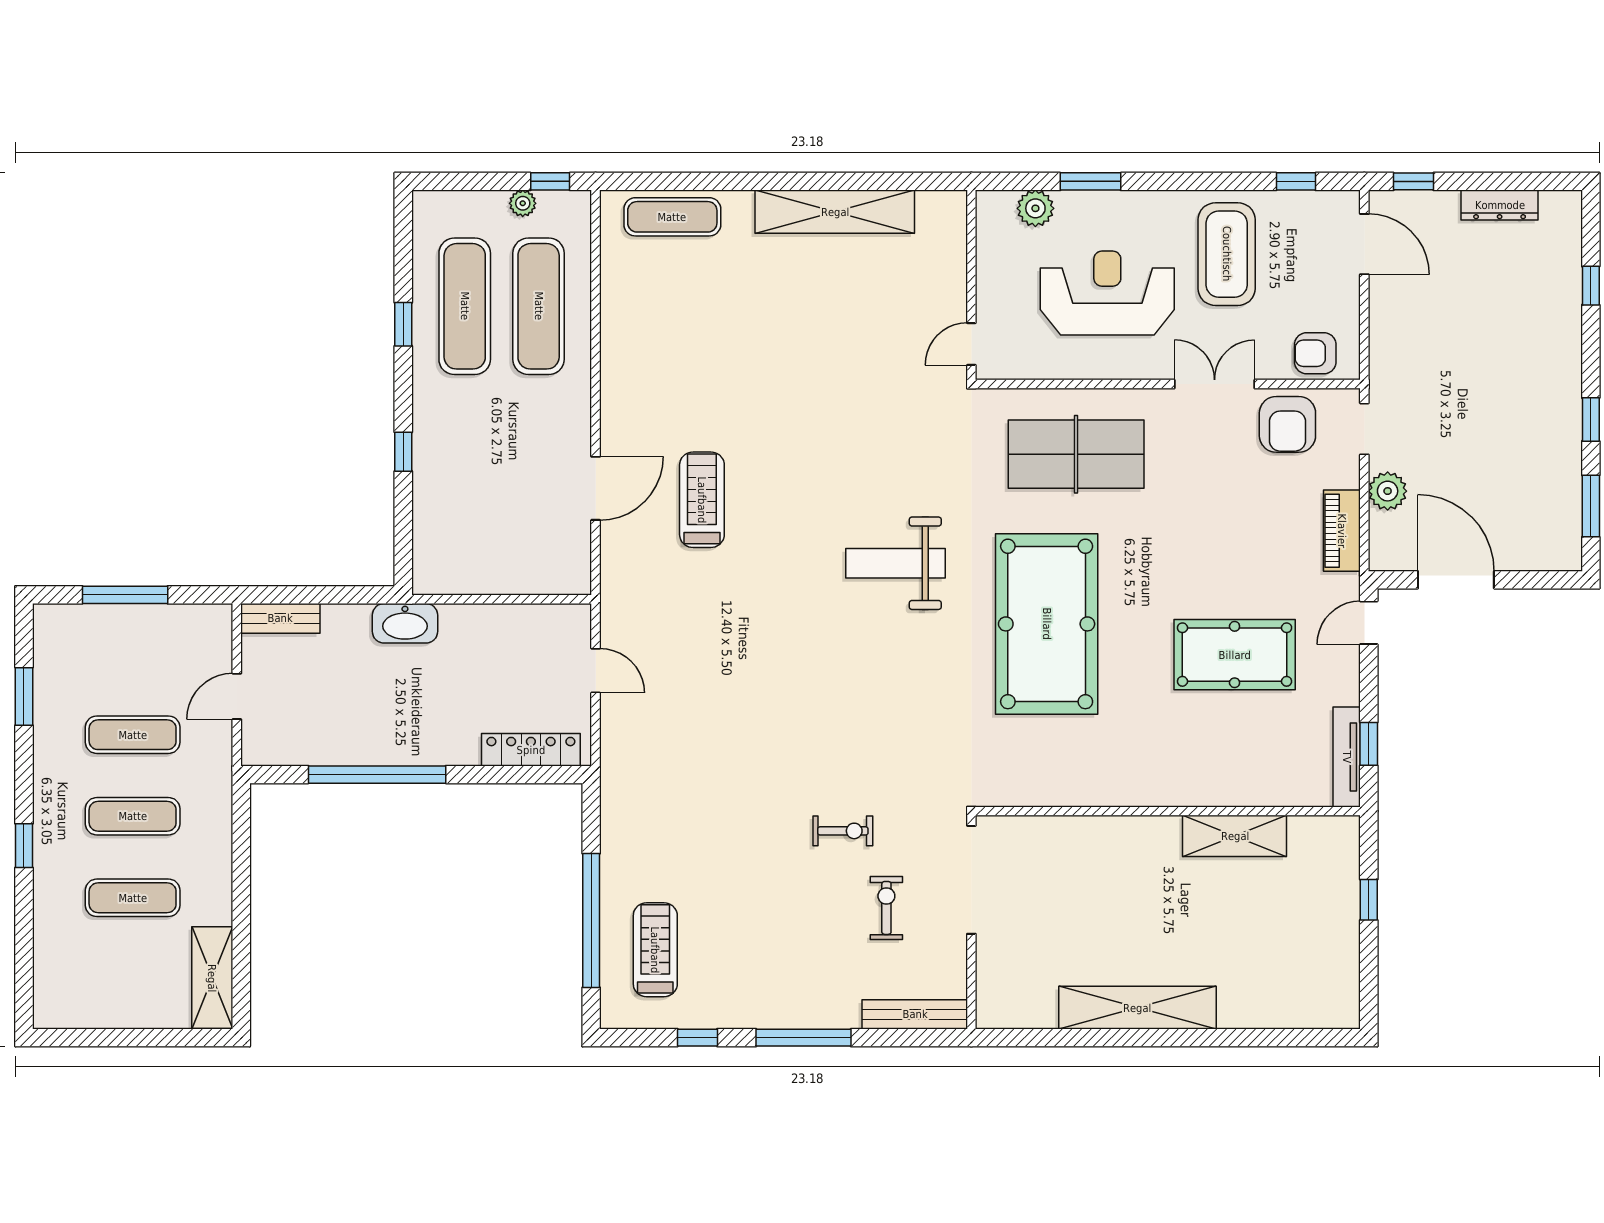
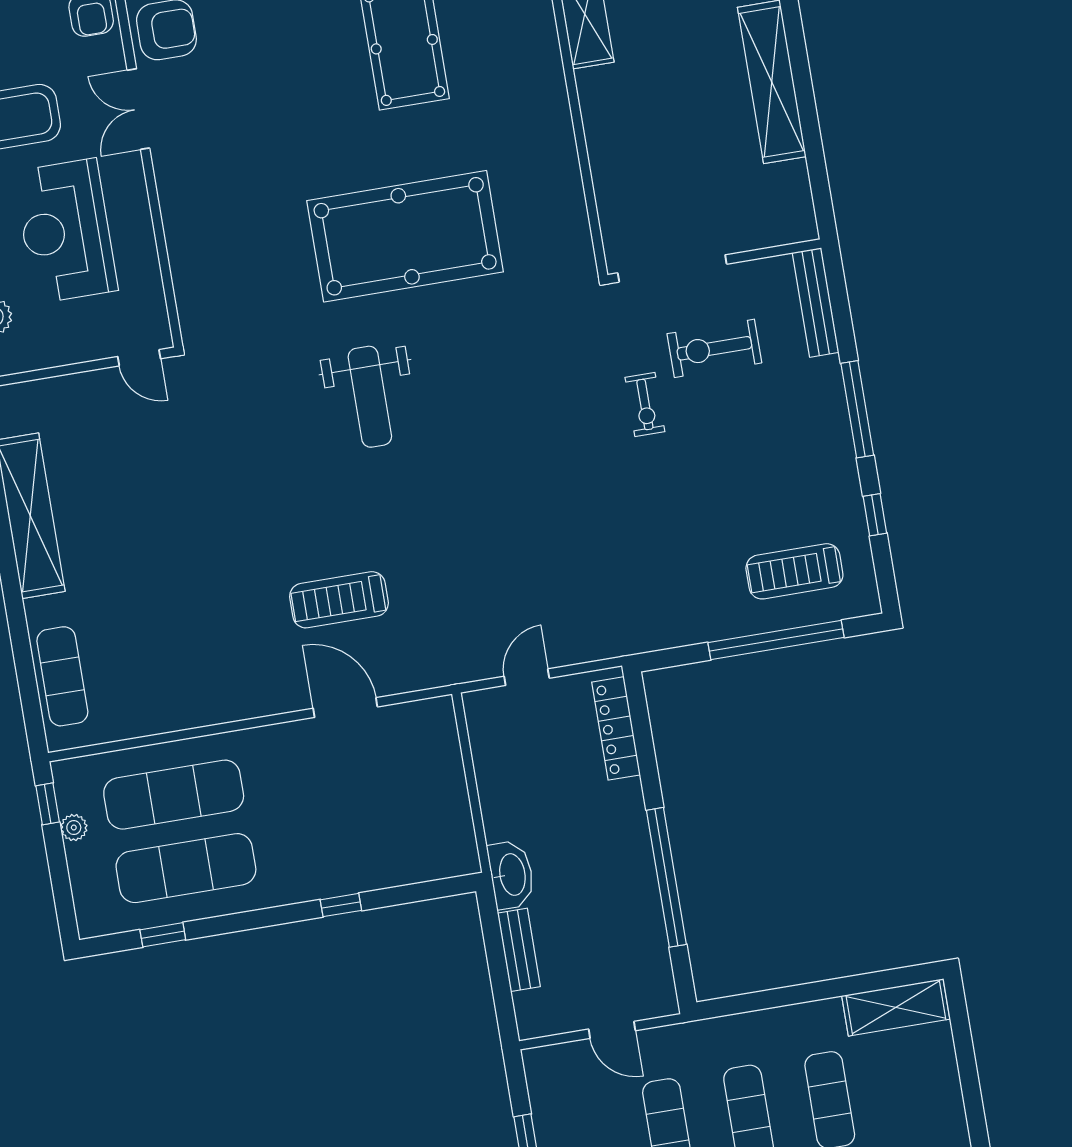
window: (403, 324) -> (163, 935), moved
table tennis table: (1076, 454) -> (231, 235), removed
bench: (280, 618) -> (519, 950), moved
exercise bike: (843, 831) -> (645, 404), turned 180
exercise bike: (886, 908) -> (714, 348), width x1.38, depth x1.39

